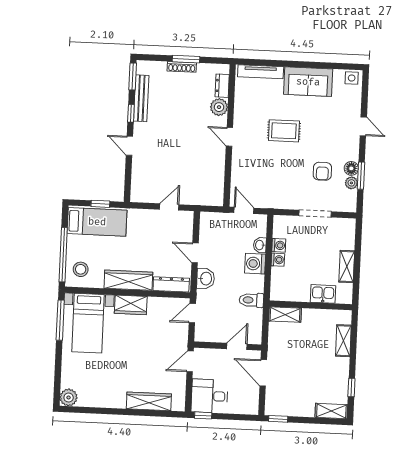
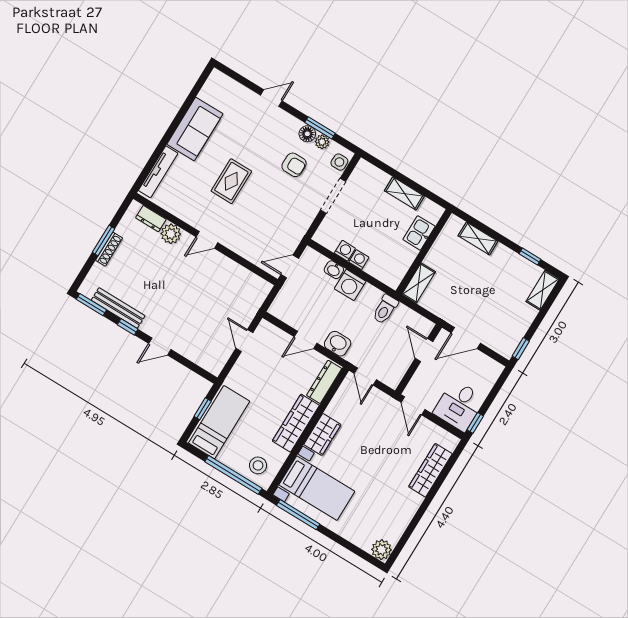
side table: (352, 78) -> (339, 162), moved

